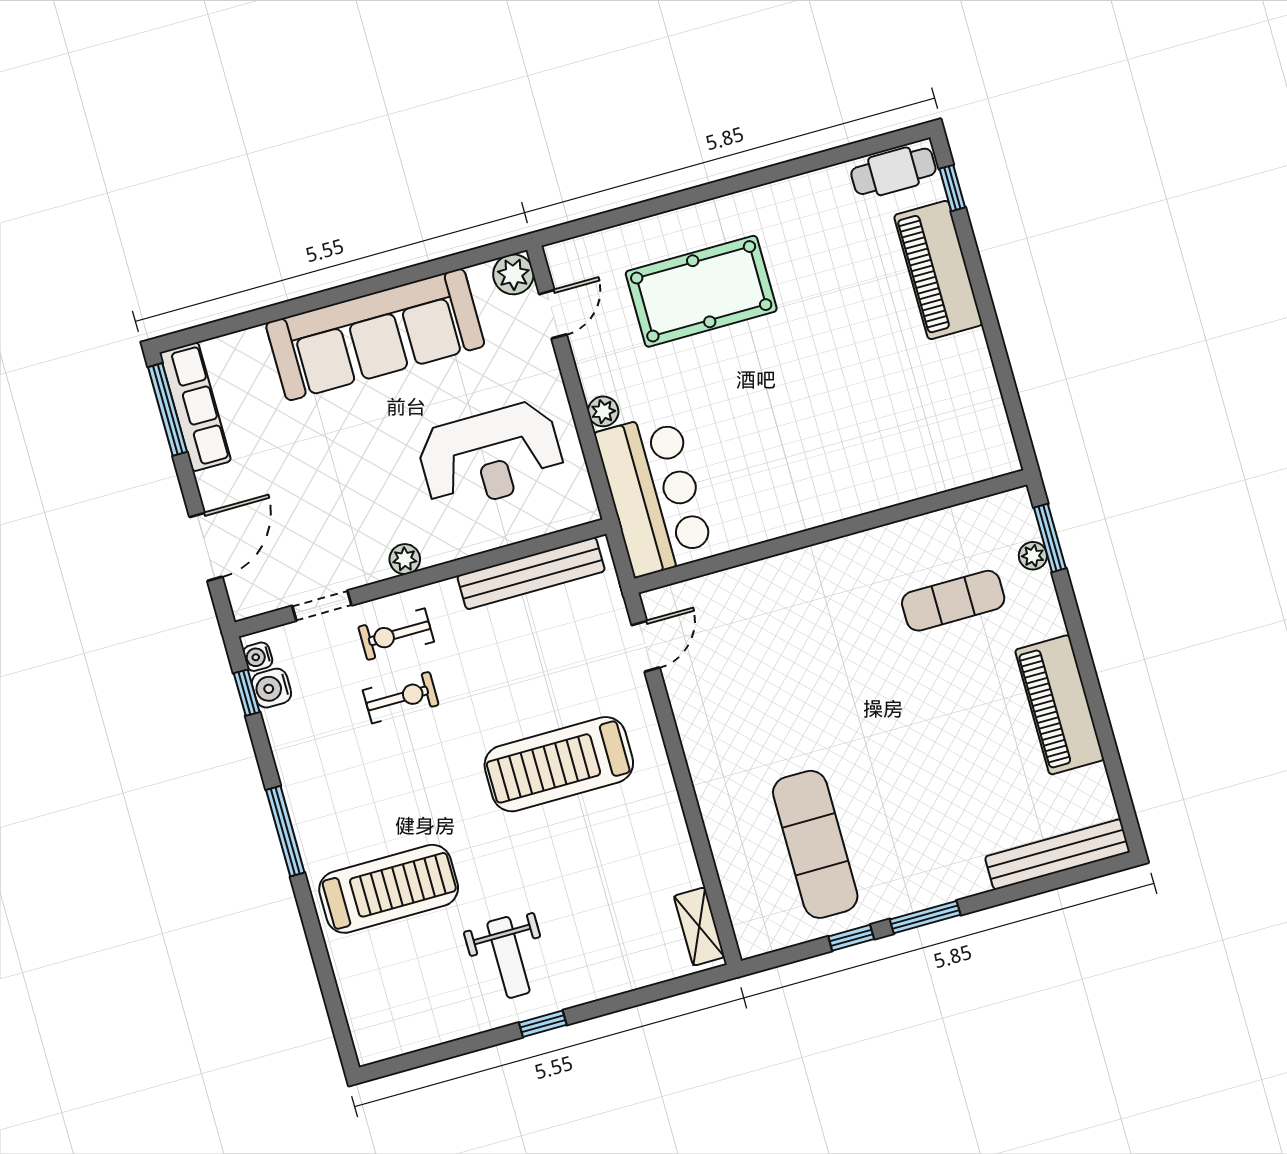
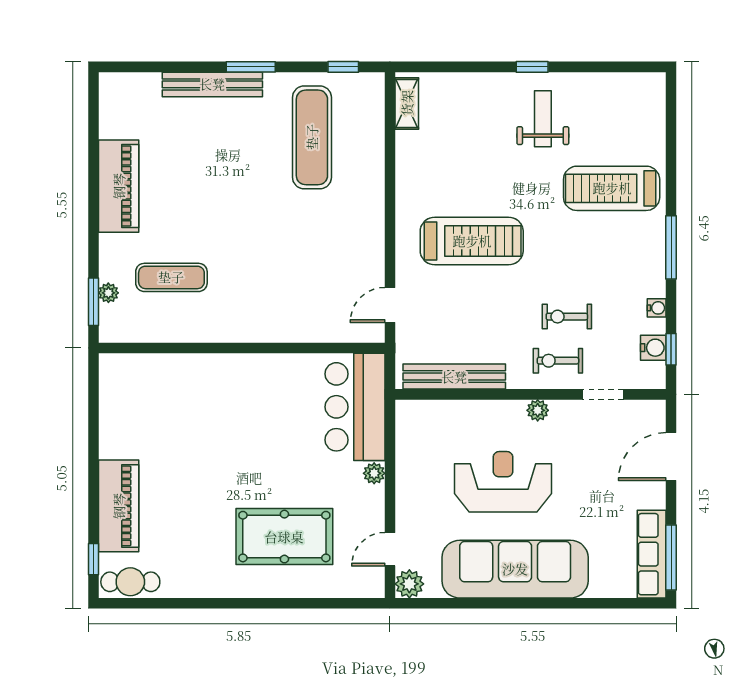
reception desk: (491, 456) -> (503, 482), moved
exercise bike: (396, 634) -> (558, 361), turned 180
water cooler: (258, 657) -> (657, 308), moved
bench: (1057, 854) -> (212, 84), moved
window: (851, 938) -> (343, 67), moved

